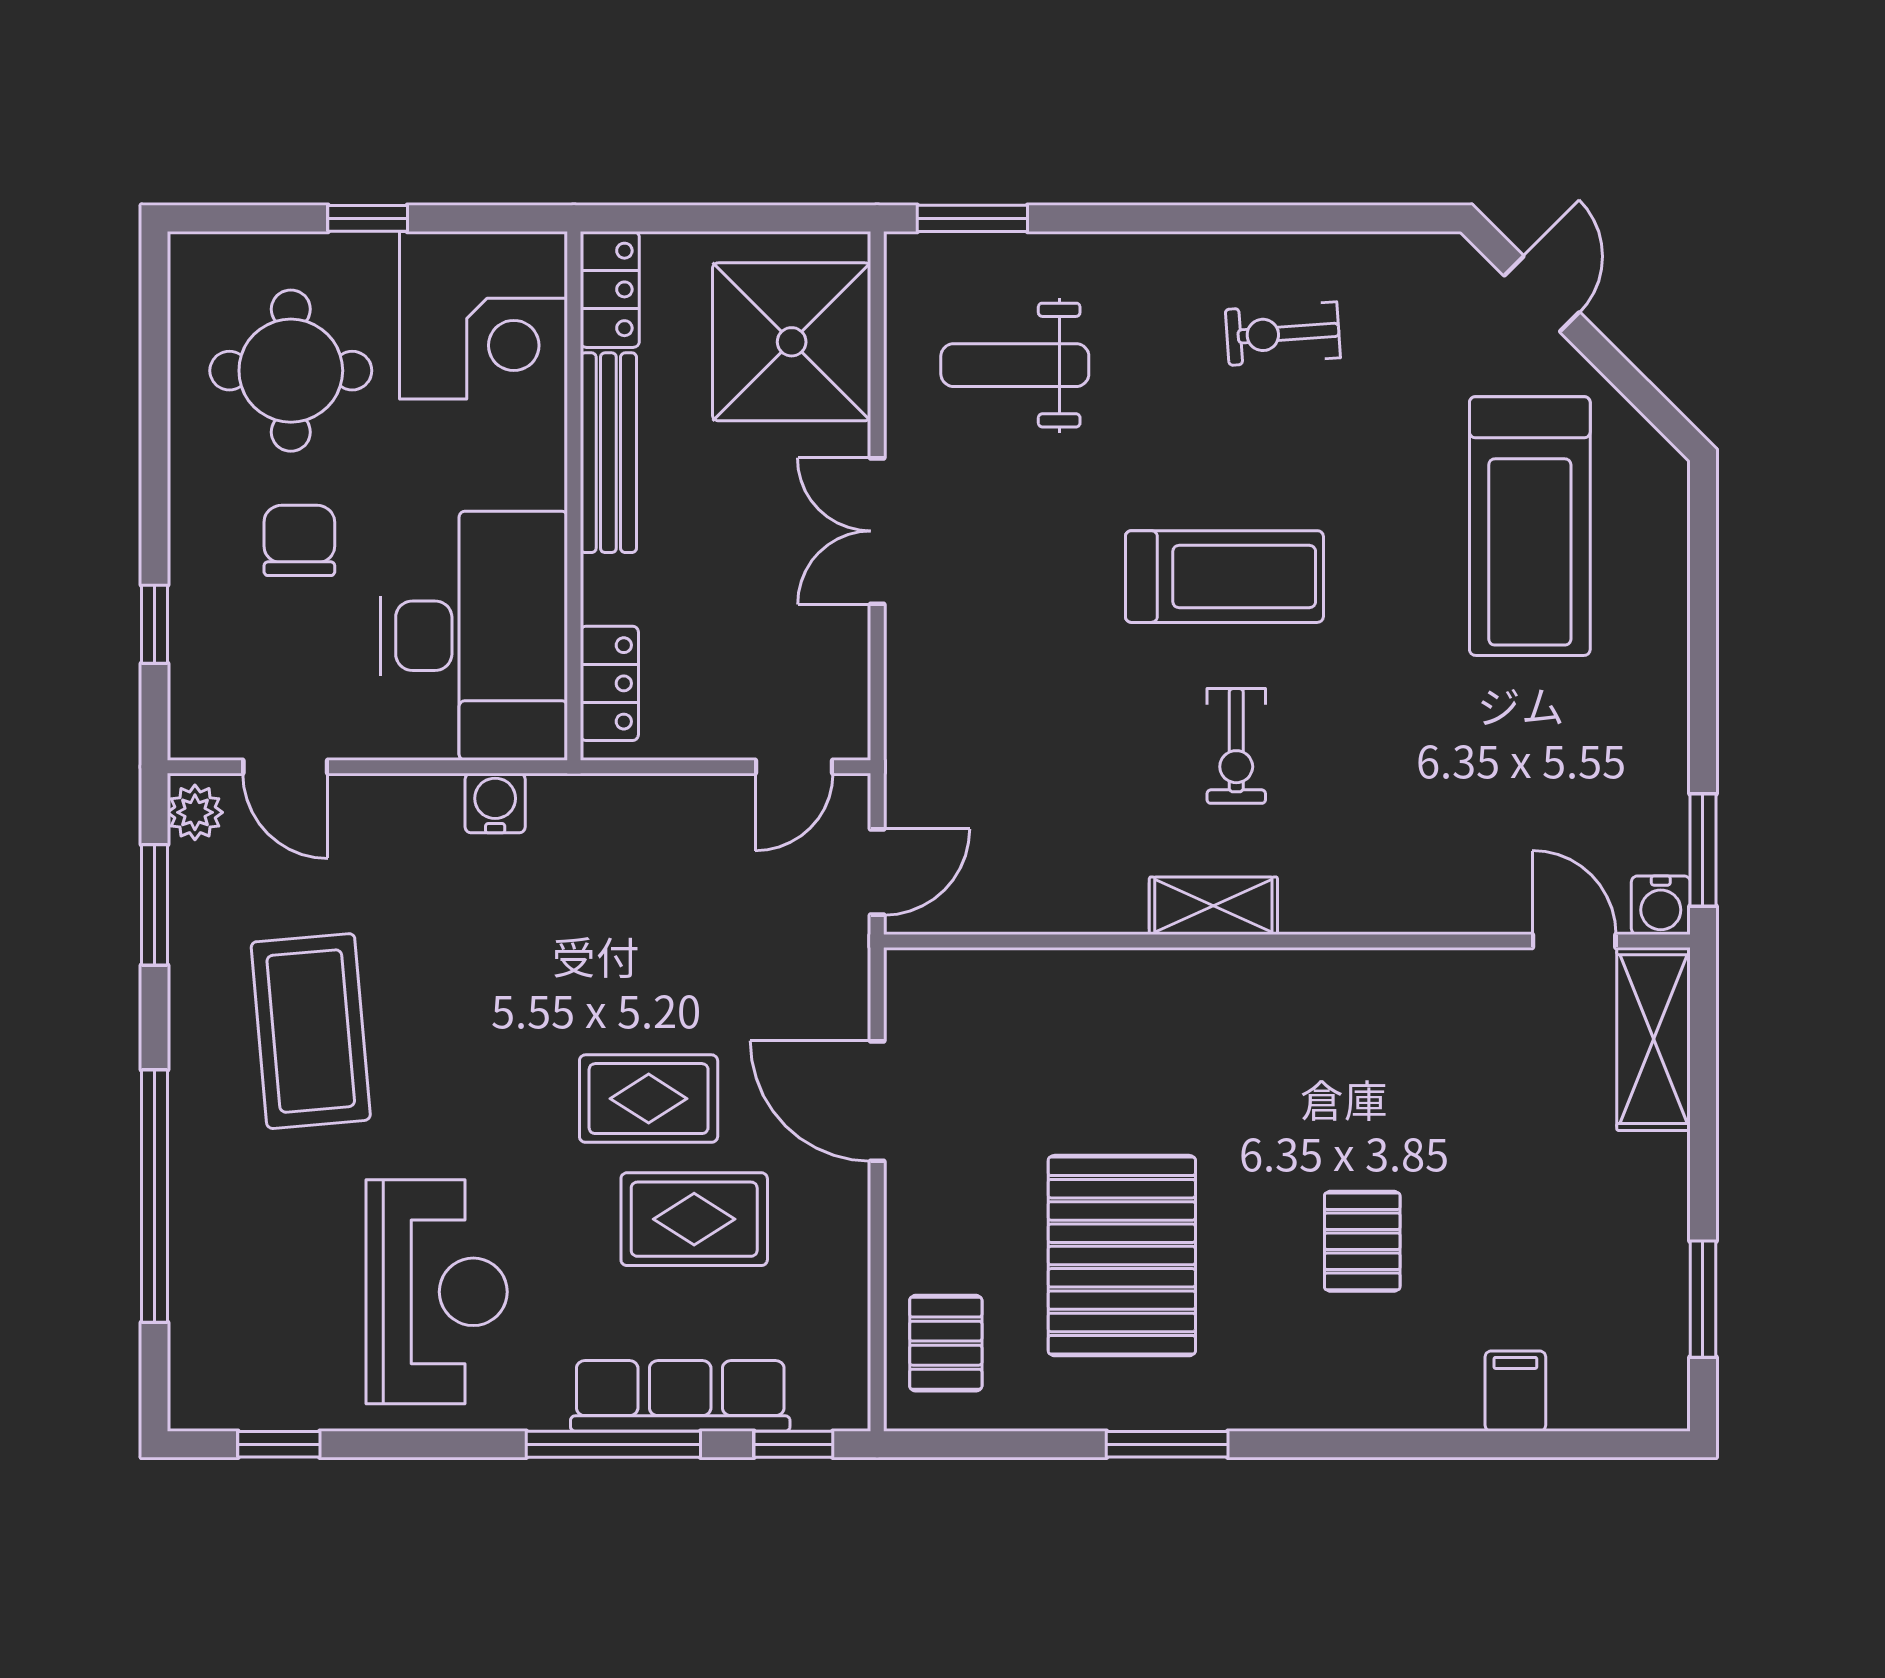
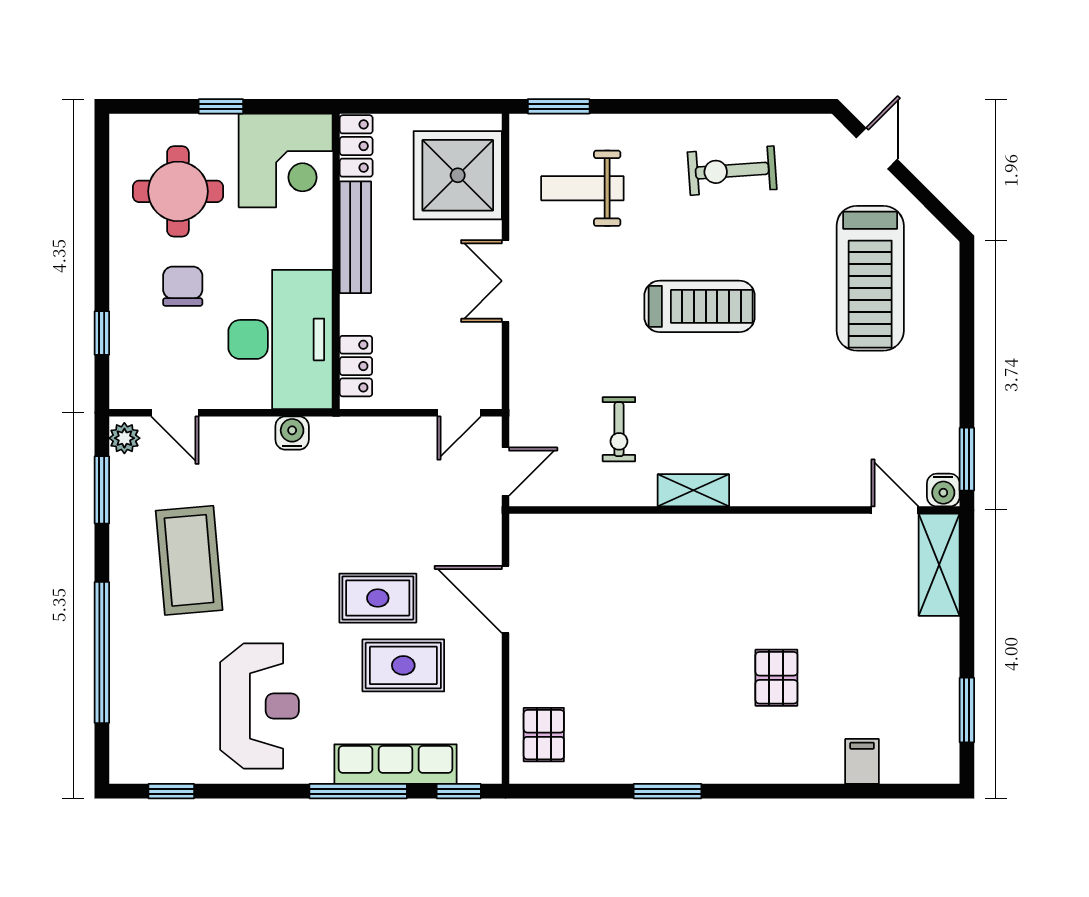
exercise bike: (1283, 334) -> (732, 171), width x1.38, depth x1.39
exercise bike: (1236, 746) -> (619, 429), moved
pallet: (1122, 1256) -> (642, 686), removed

